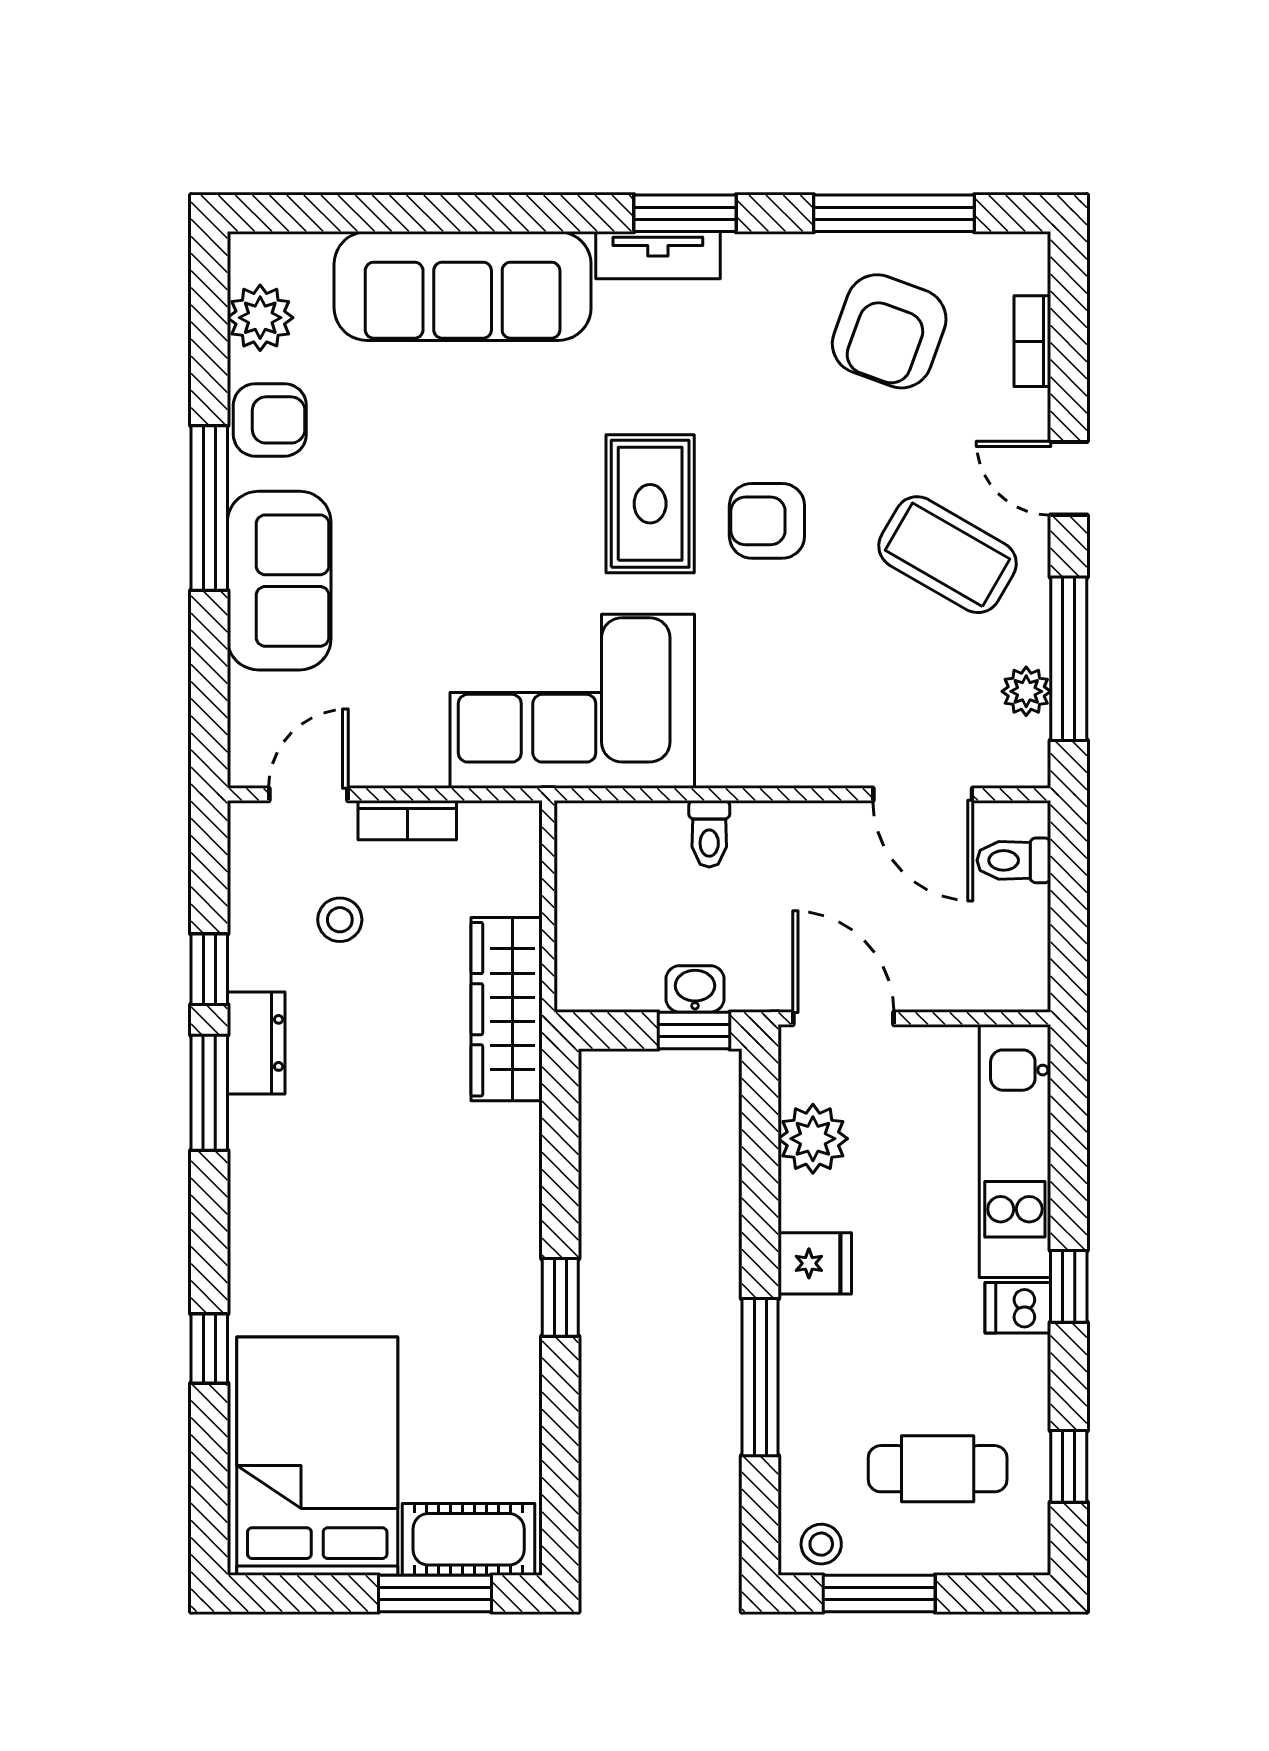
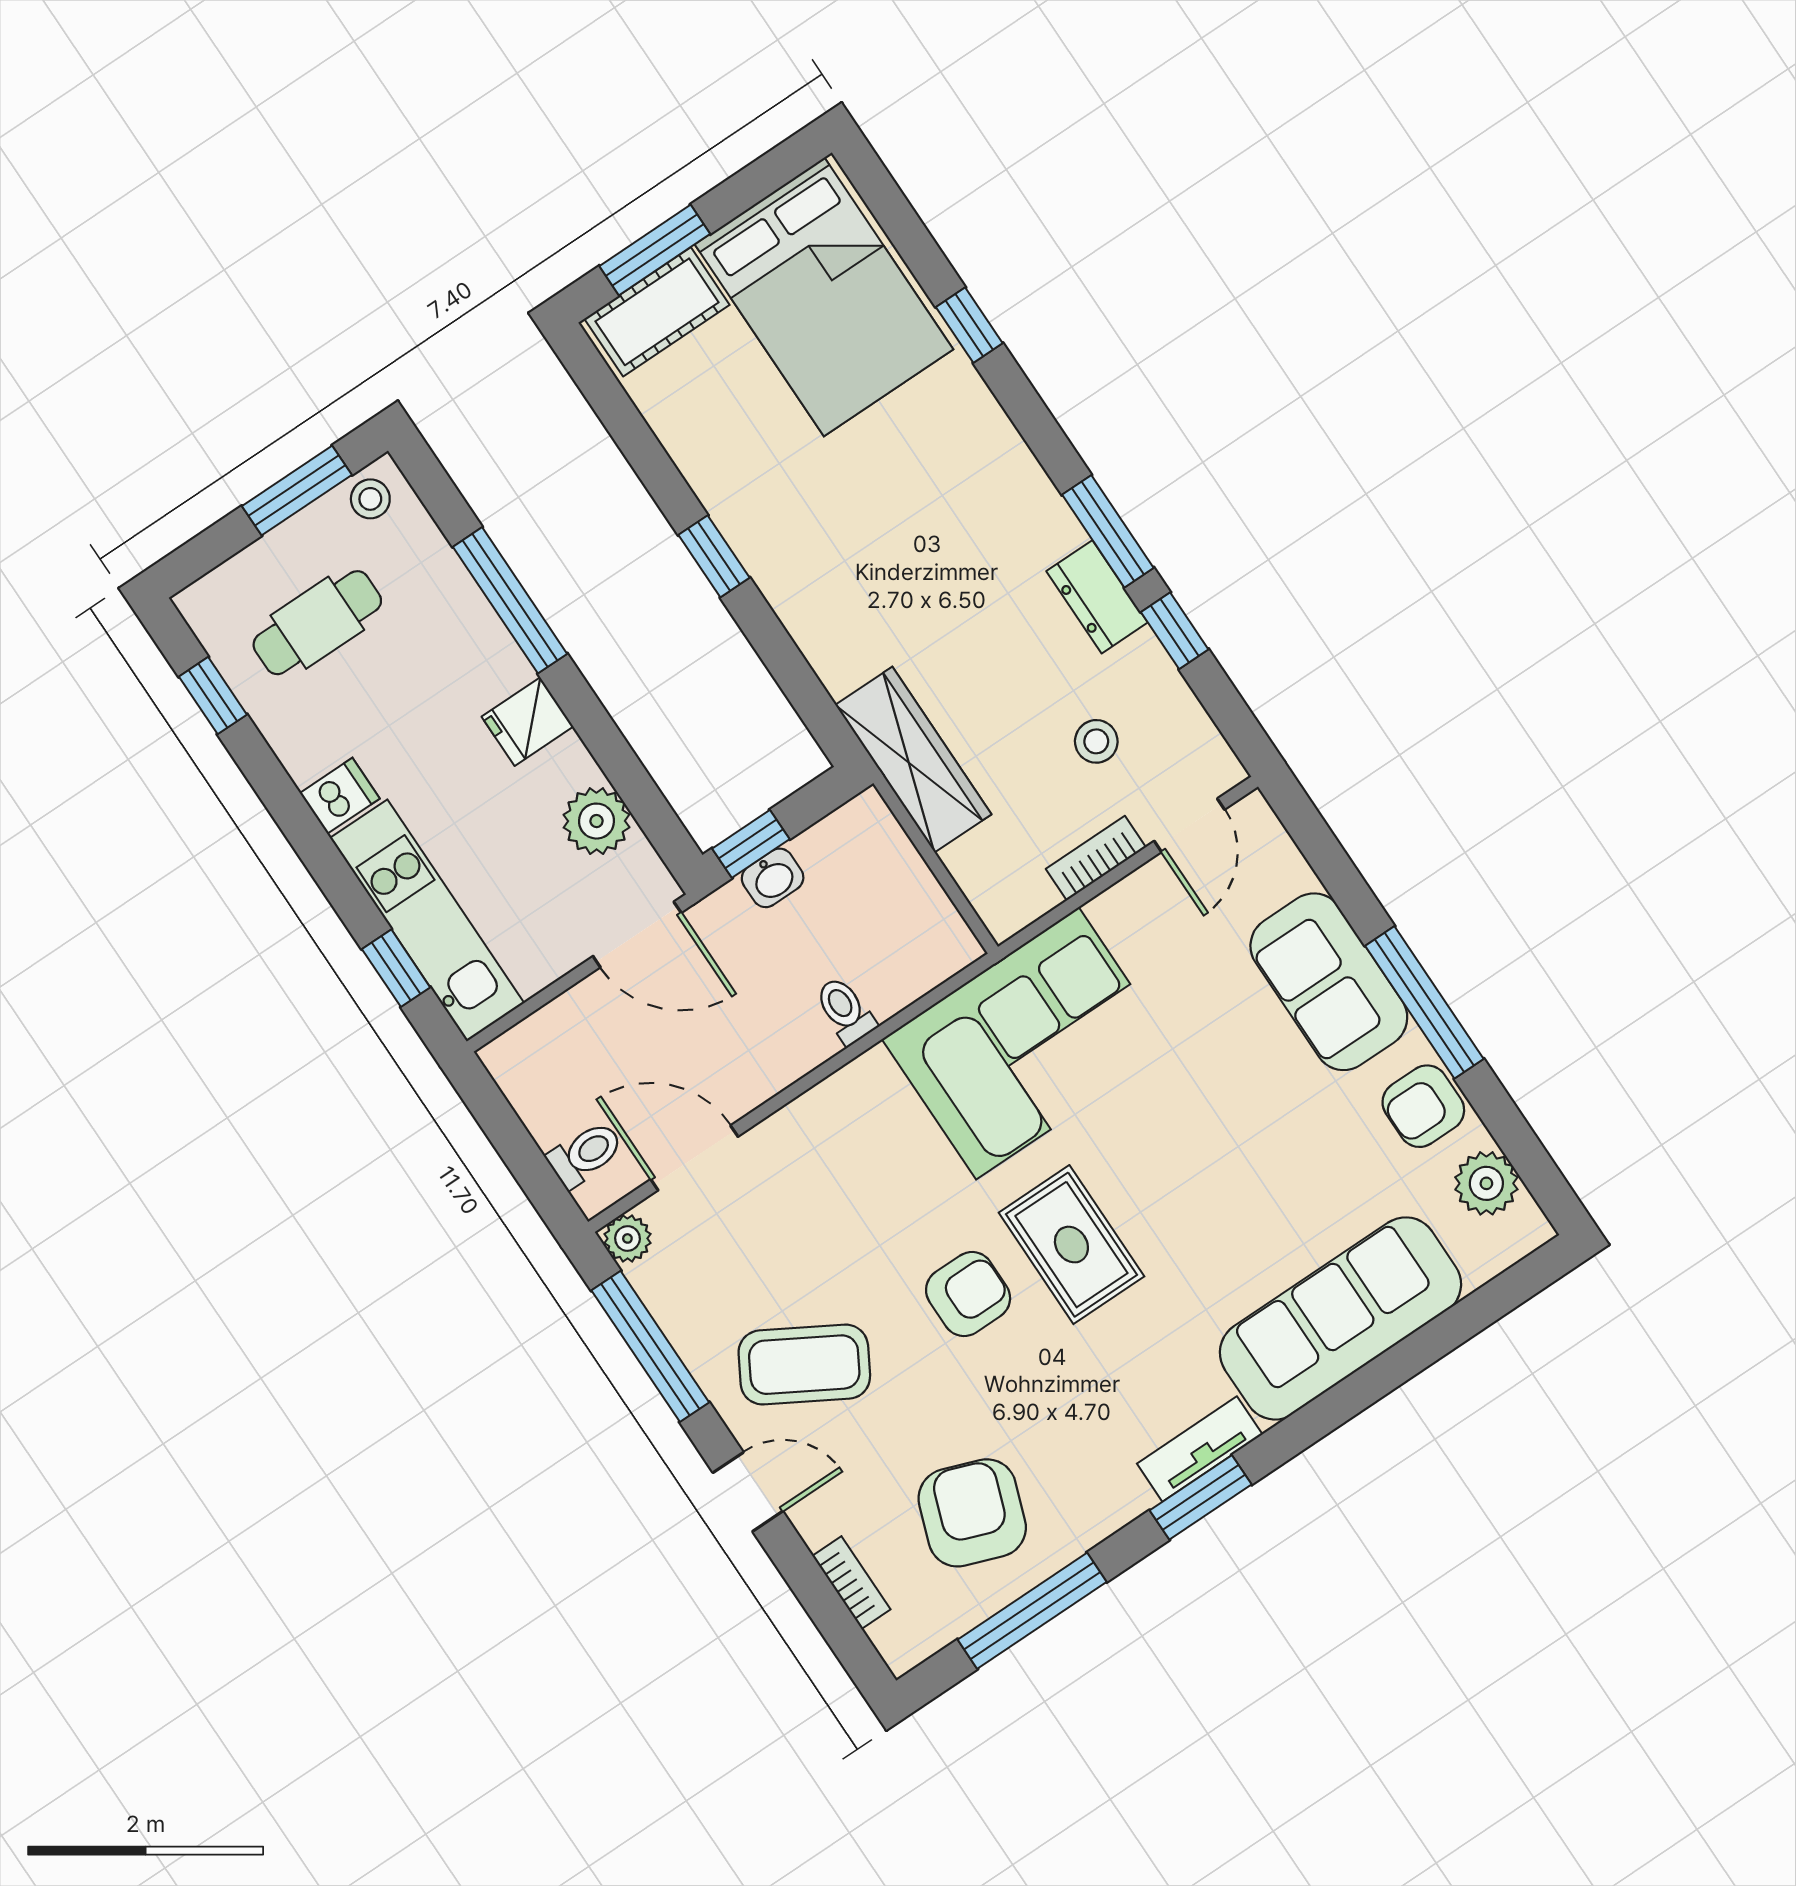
plant: (1026, 691) -> (627, 1238), moved
window: (1069, 1286) -> (396, 968), moved

